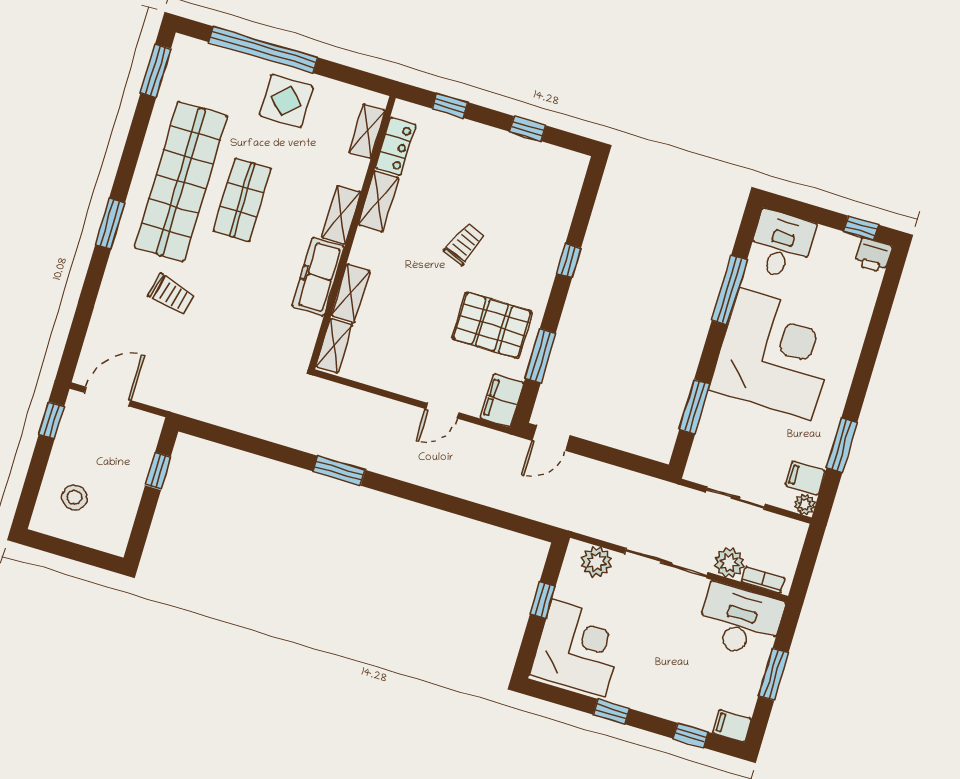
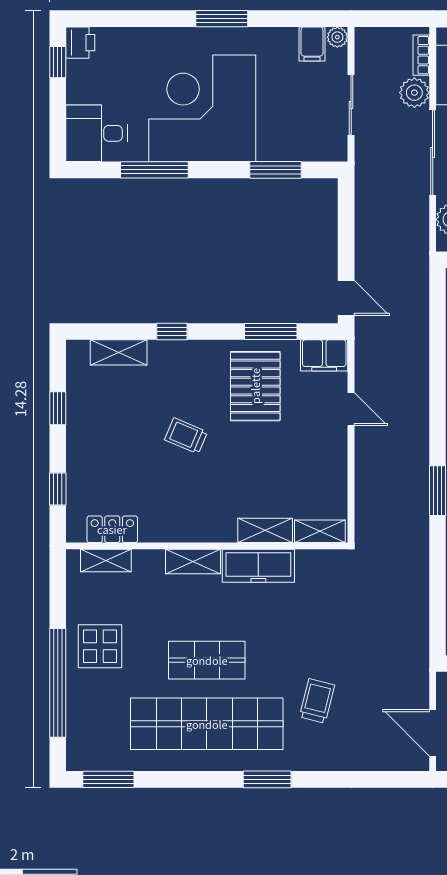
shelving: (378, 201) -> (119, 352), moved
window: (842, 445) -> (222, 19), moved

